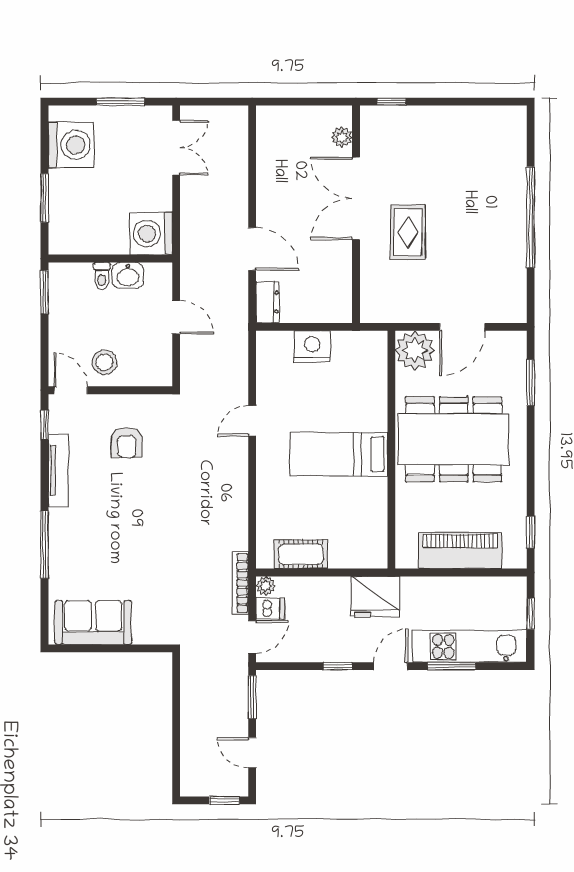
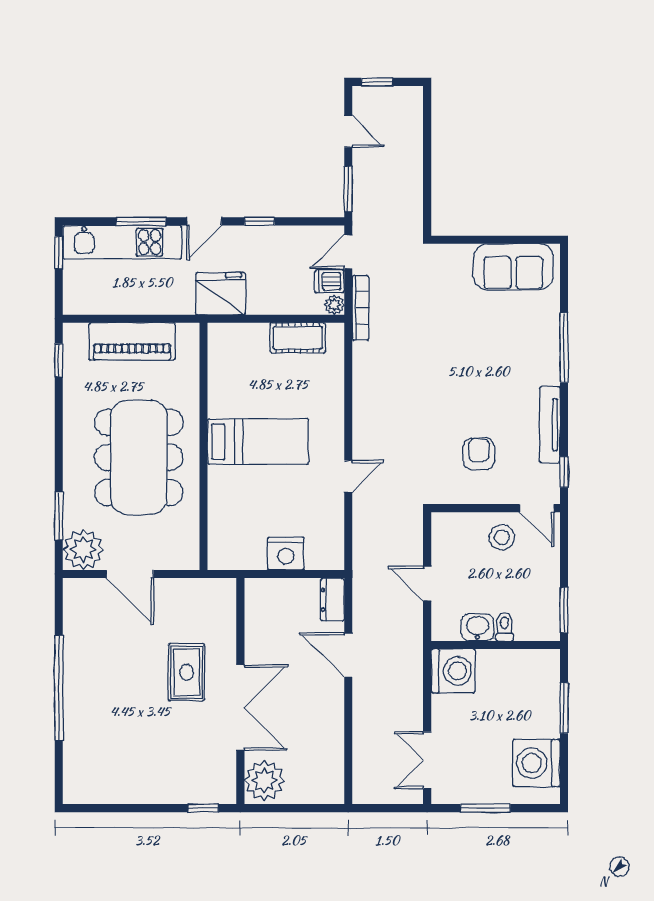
plant: (342, 137) -> (264, 780), width x1.87, depth x1.87
door: (462, 327) -> (130, 574), swing flipped
plant: (415, 350) -> (83, 550), moved
dining table: (454, 439) -> (139, 457), turned 90
window: (531, 614) -> (59, 253), moved

